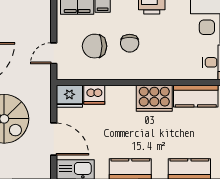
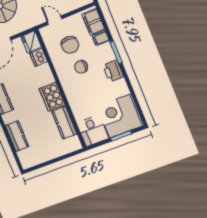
chair: (95, 46) -> (70, 45), turned 180

